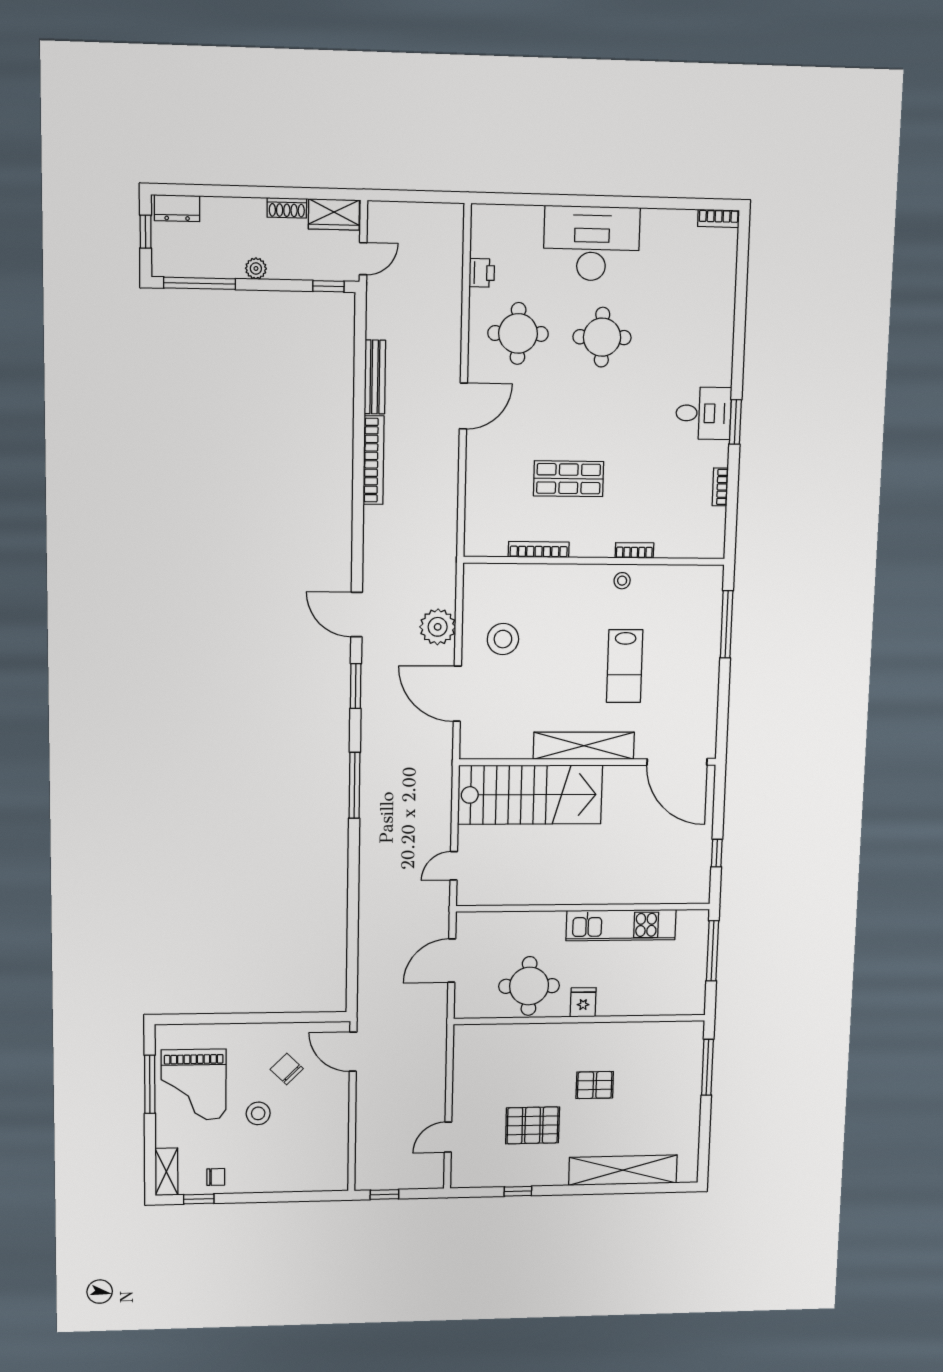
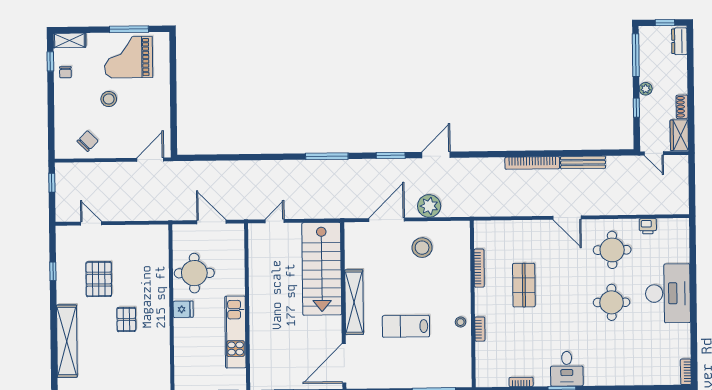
window: (328, 286) -> (636, 108), moved
door: (454, 866) -> (275, 221), hinge flipped
chair: (287, 1069) -> (88, 141), moved

